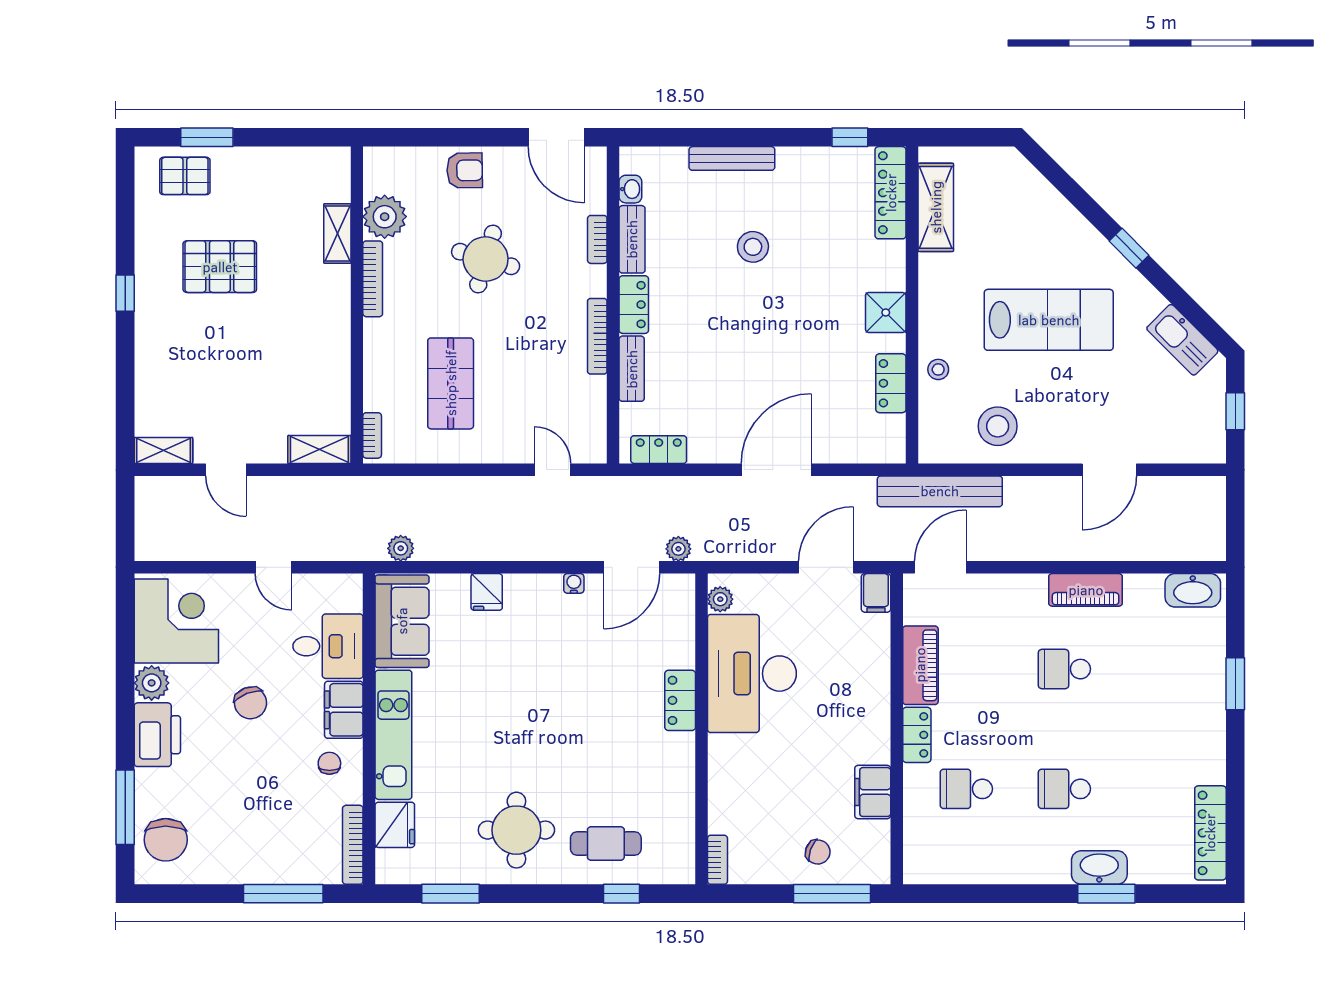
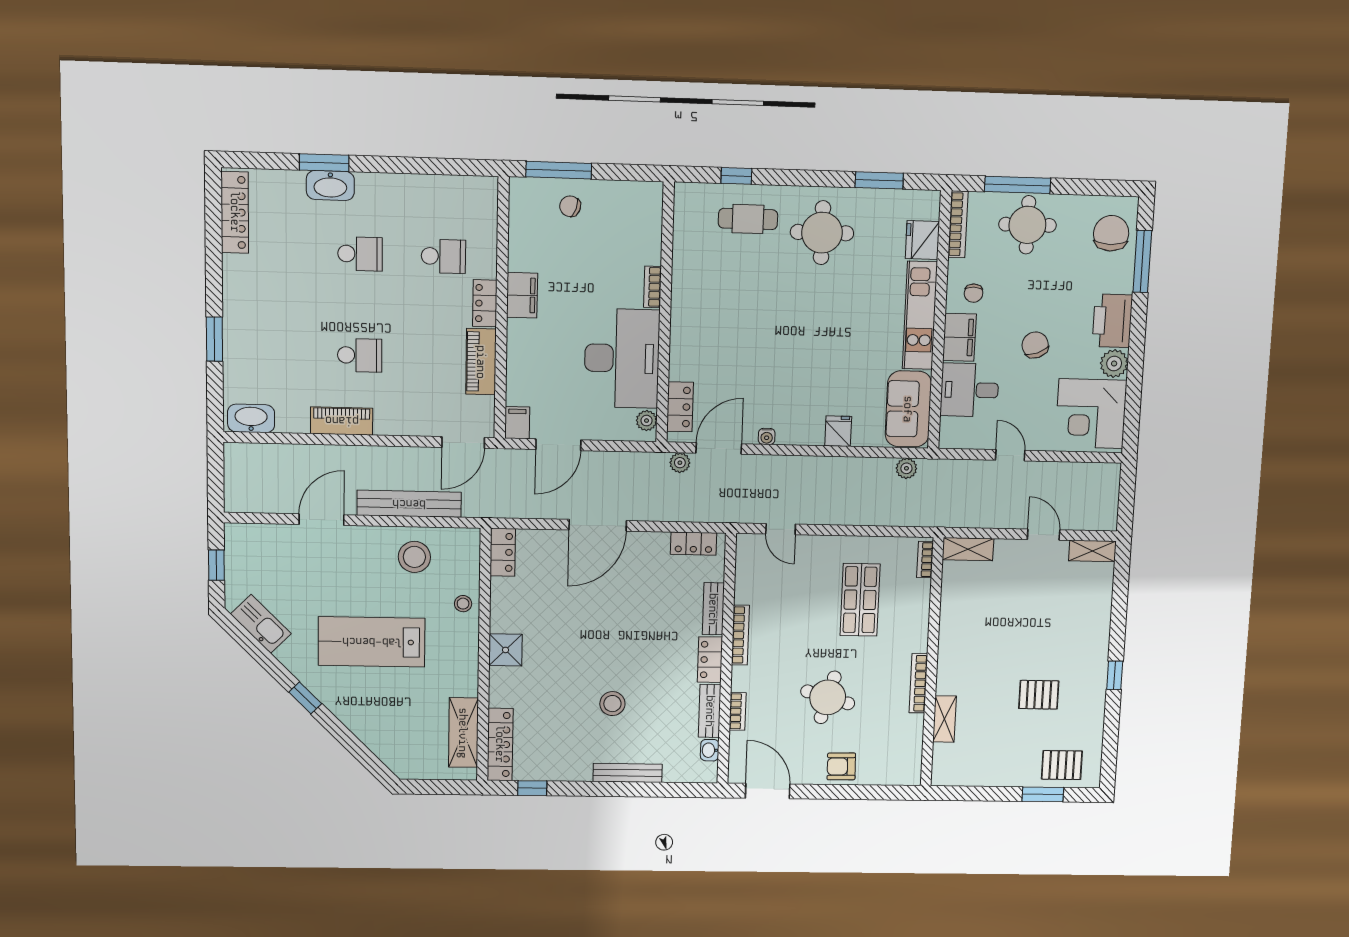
plant: (385, 217) -> (906, 731), removed
pallet: (220, 267) -> (1039, 695), width x0.67, depth x0.71
locker: (891, 383) -> (503, 552), moved
bench: (940, 491) -> (409, 504), moved
locker: (680, 700) -> (680, 407), moved
filing cabinet: (873, 792) -> (522, 295), moved
round table: (268, 847) -> (1027, 225), added
bookcase: (717, 860) -> (653, 287), moved

